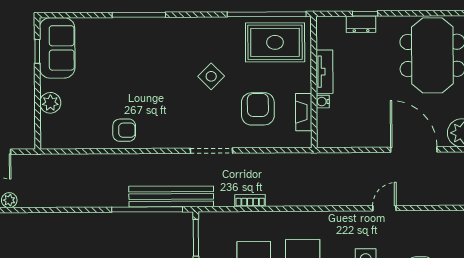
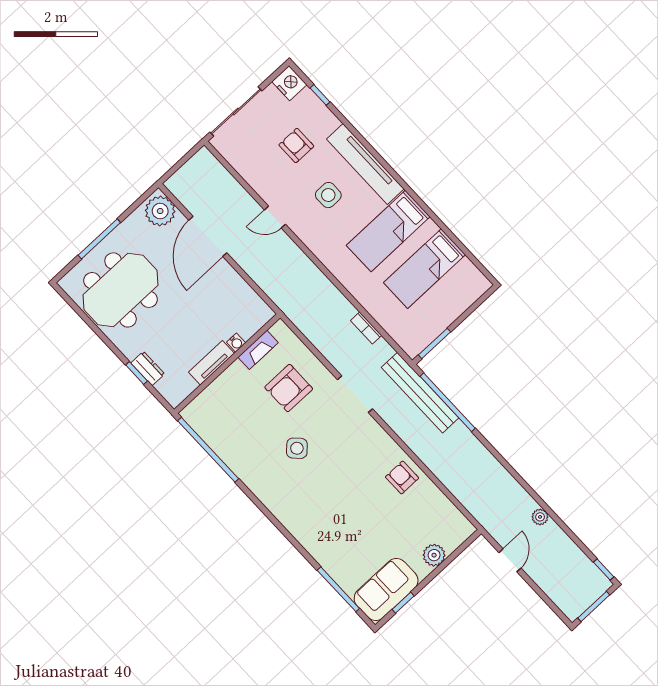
window: (139, 15) -> (338, 589), moved
rug: (275, 42) -> (224, 423), removed

